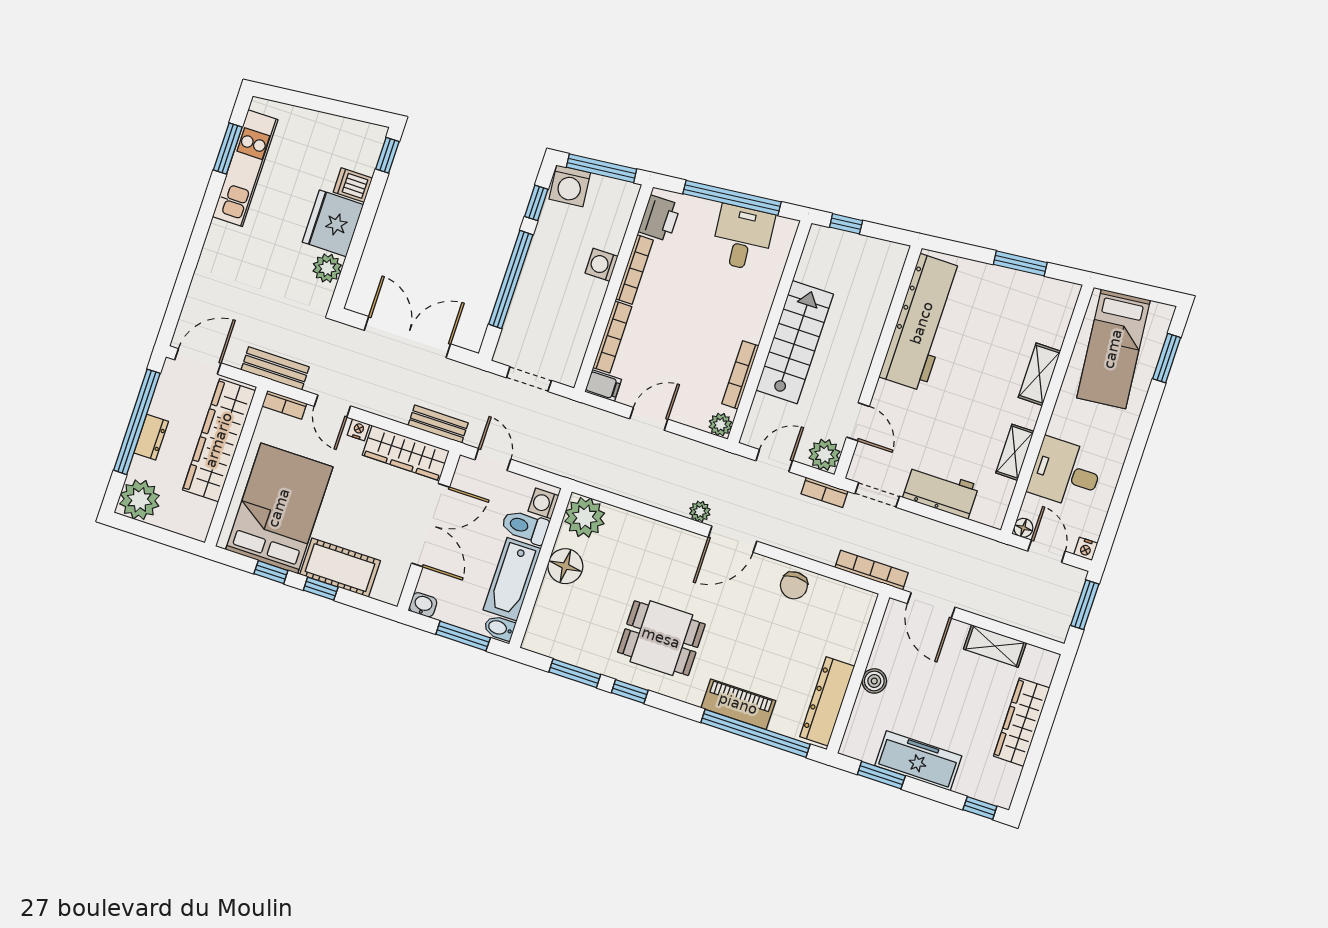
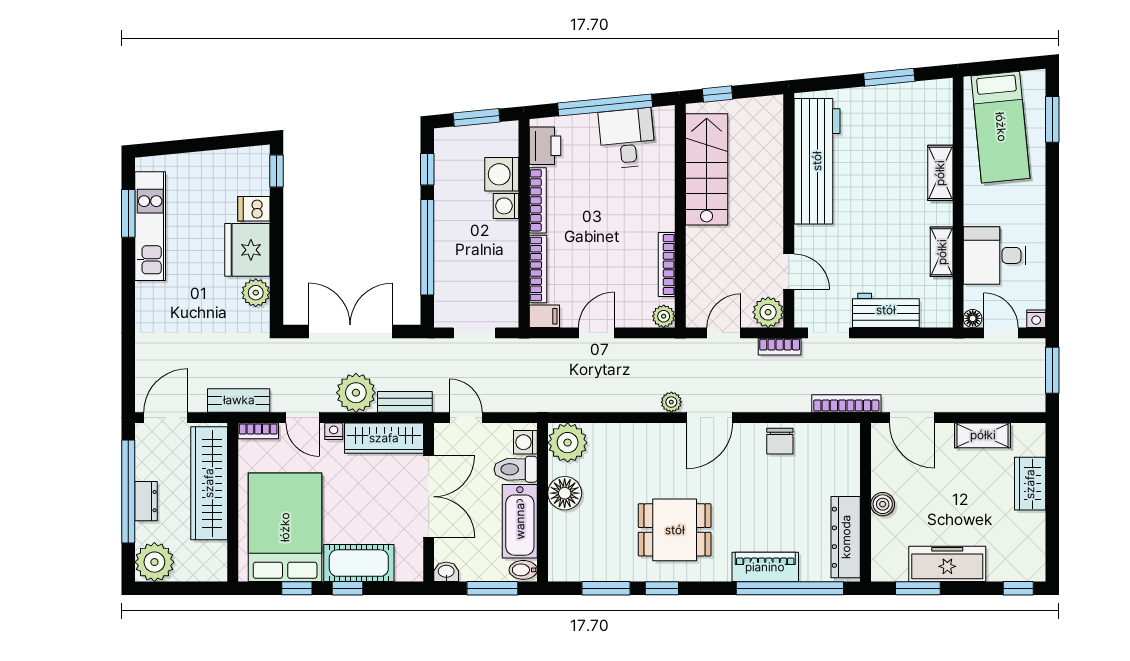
window: (601, 168) -> (477, 118), width x0.69
washing machine: (570, 186) -> (502, 174), moved, turned 96
stairs: (795, 342) -> (707, 169), moved
plant: (393, 399) -> (356, 393), added
wardrobe: (1022, 722) -> (1030, 484), width x0.67

